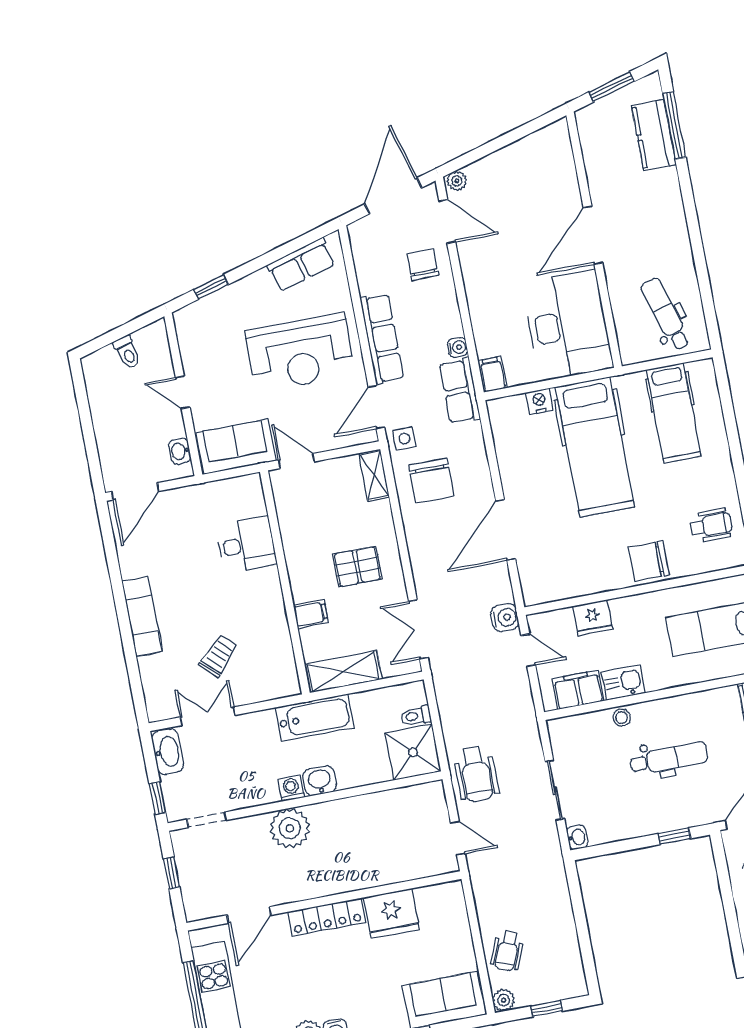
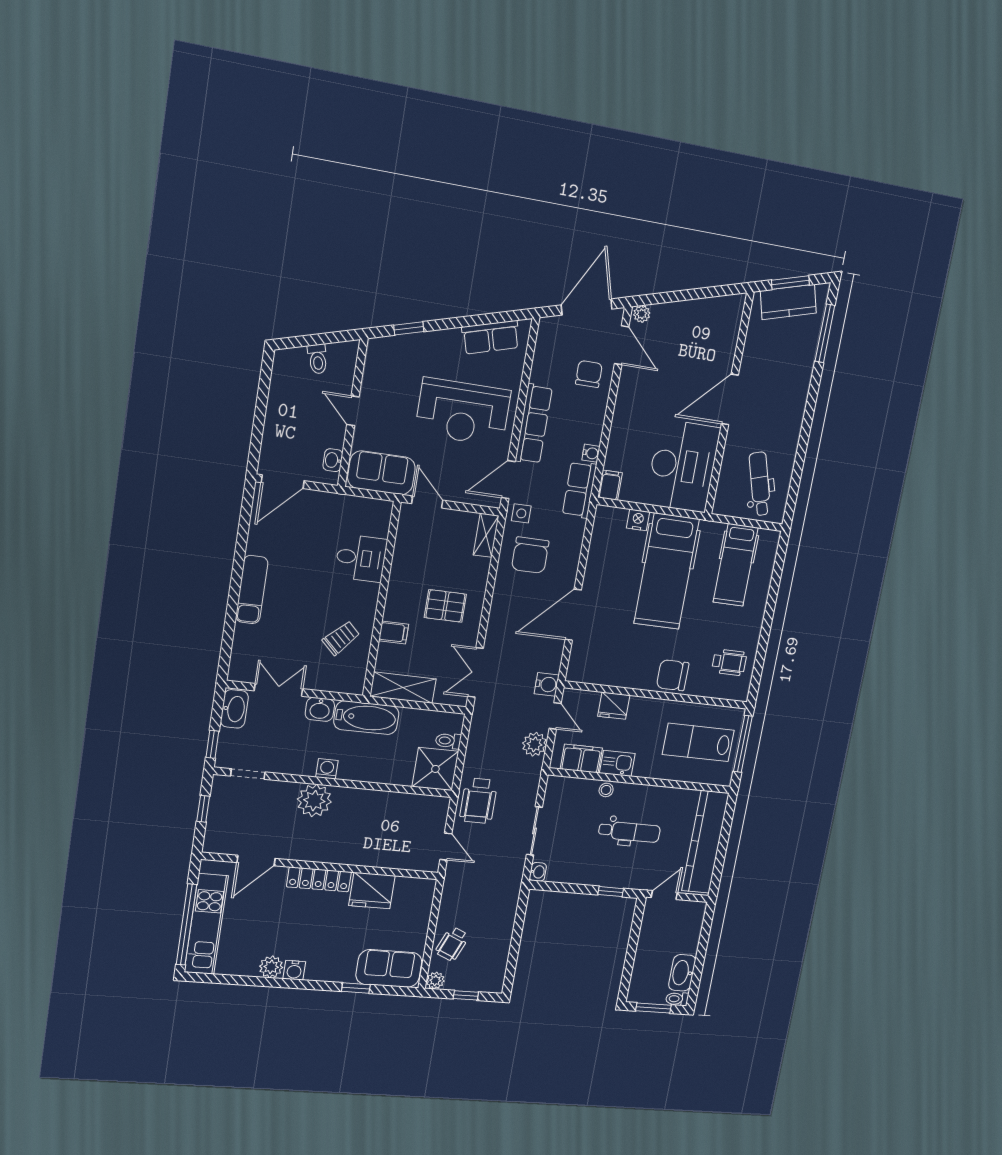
kitchen counter: (654, 135) -> (788, 302), moved, turned -106
trolley: (218, 656) -> (341, 638), moved
plant: (517, 690) -> (534, 744), added
washbasin: (320, 781) -> (320, 709), moved, turned 180

